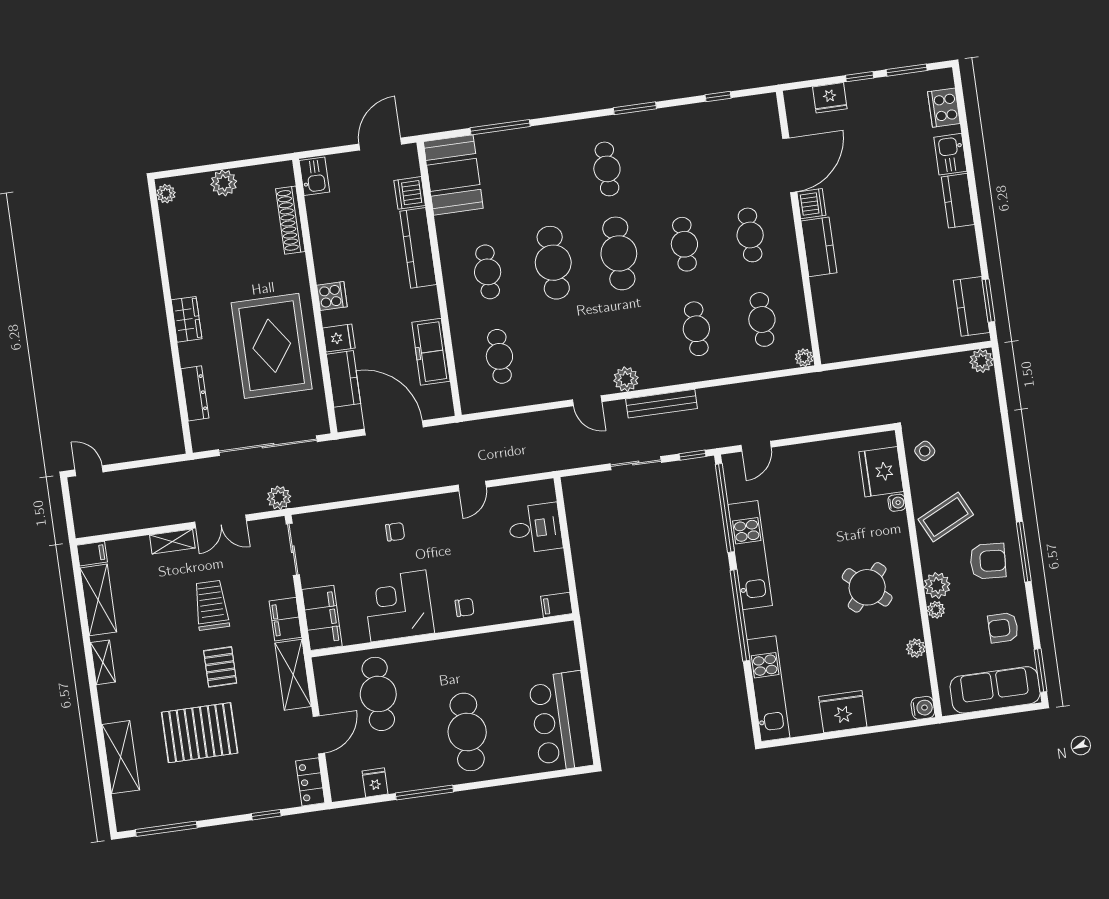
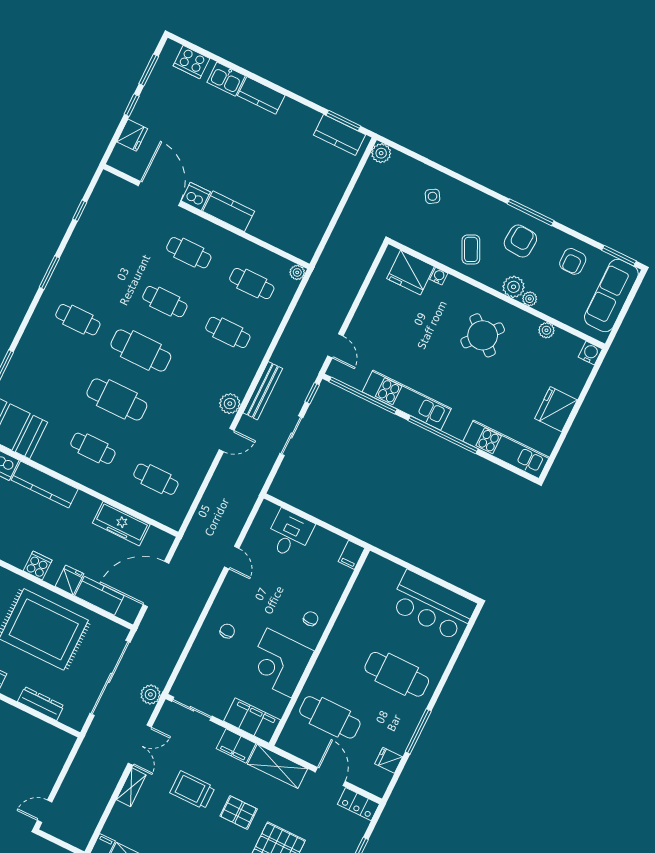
side table: (925, 451) -> (432, 196), moved
coffee table: (946, 517) -> (471, 249), width x0.73, depth x0.77

